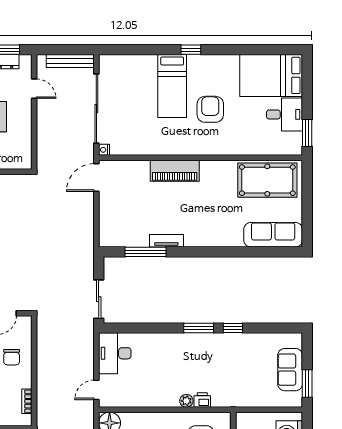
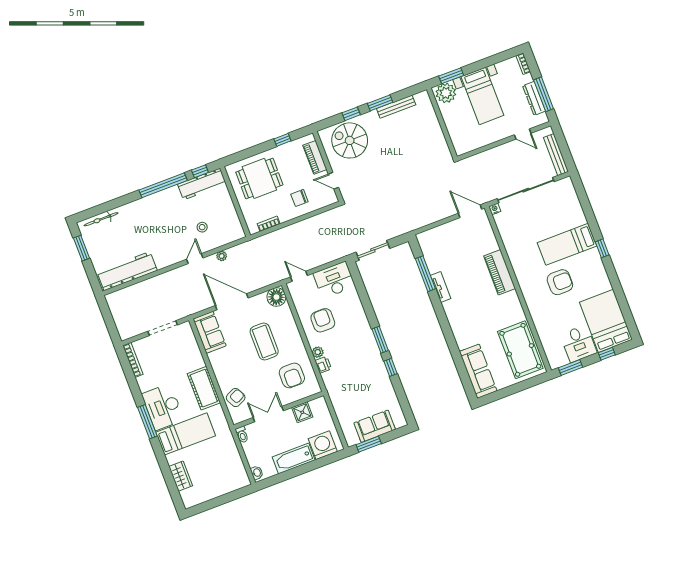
window: (307, 88) -> (607, 354), added
door: (34, 89) -> (523, 134), hinge flipped
armchair: (154, 382) -> (323, 320), added

